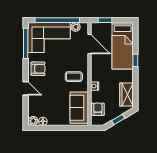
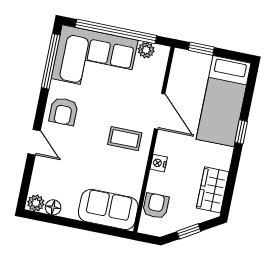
door: (89, 44) -> (160, 111), moved
armchair: (38, 69) -> (64, 111), turned 90
sofa: (79, 108) -> (108, 209), moved, turned 90

